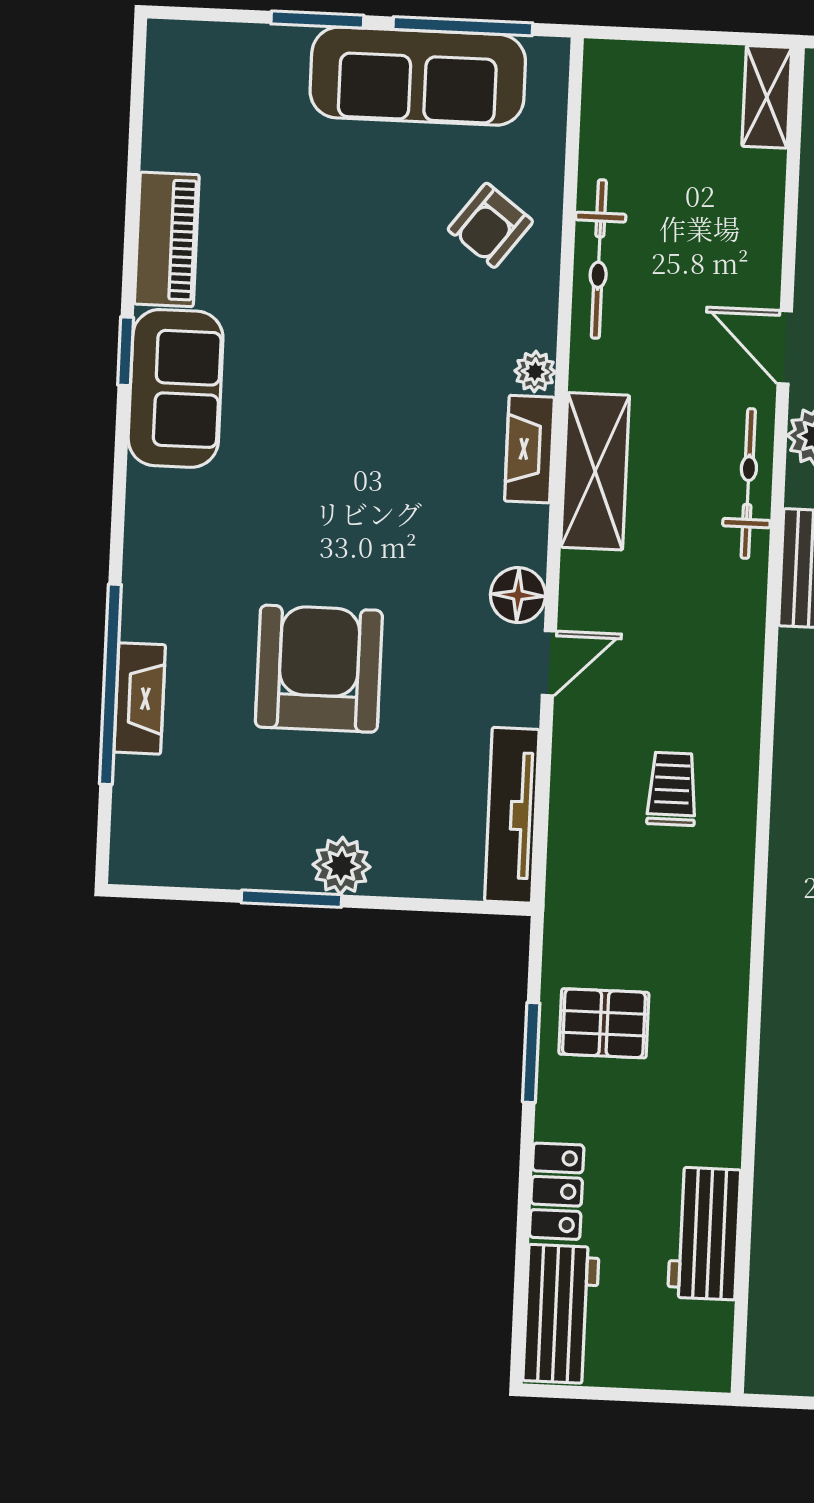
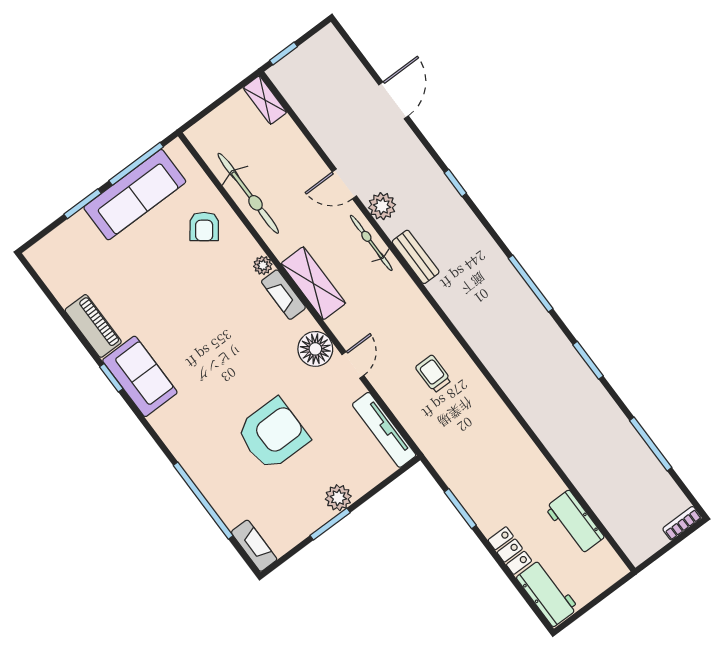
bicycle: (599, 259) -> (248, 193), width x1.37, depth x1.40
floor lamp: (518, 595) -> (315, 349), width x1.38, depth x1.38
armchair: (319, 669) -> (273, 434), turned 90
fireplace: (140, 698) -> (254, 546), moved
pallet: (604, 1023) -> (478, 477), removed

